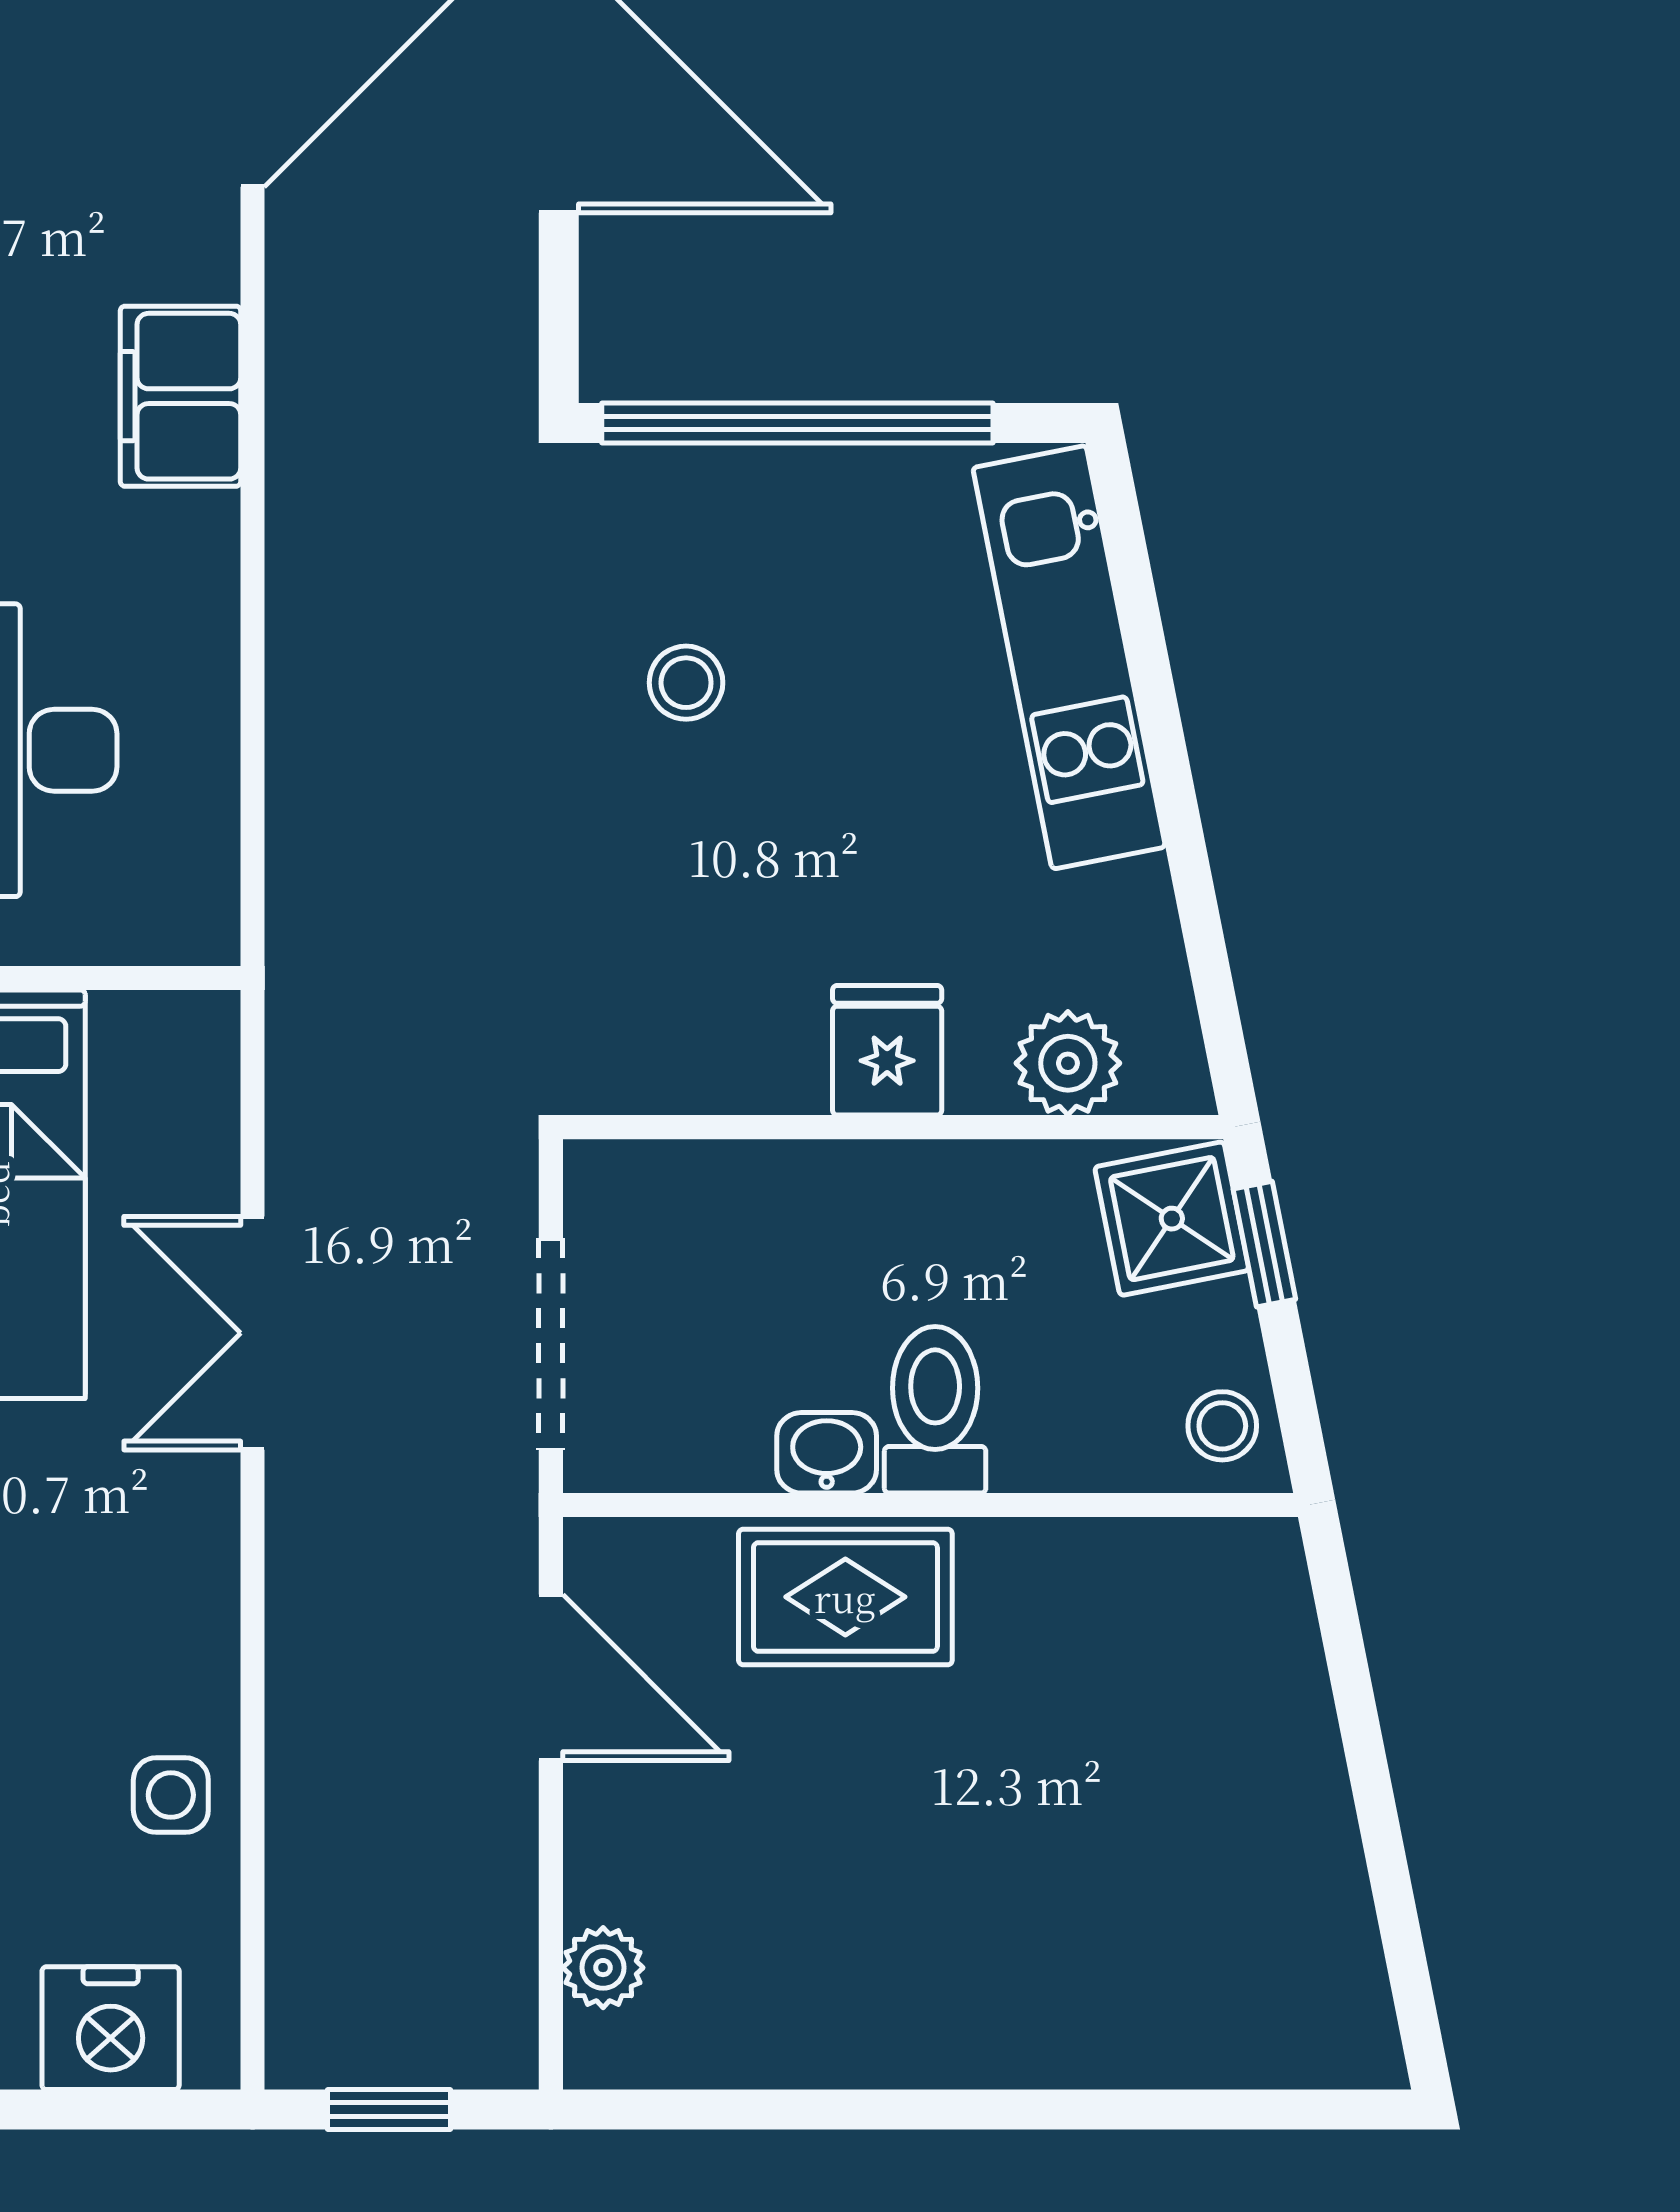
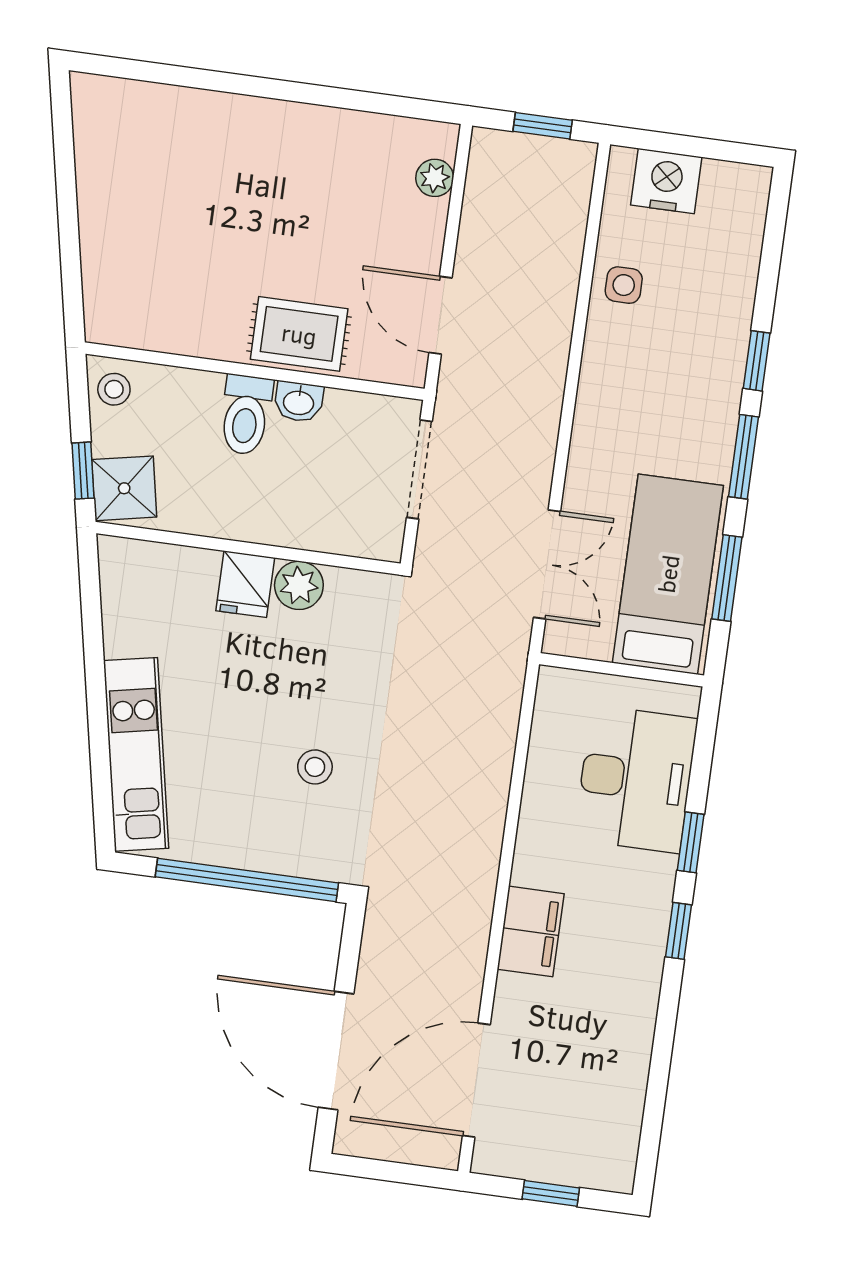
plant: (1068, 1063) -> (299, 585), moved
double door: (253, 1333) -> (547, 564), moved

